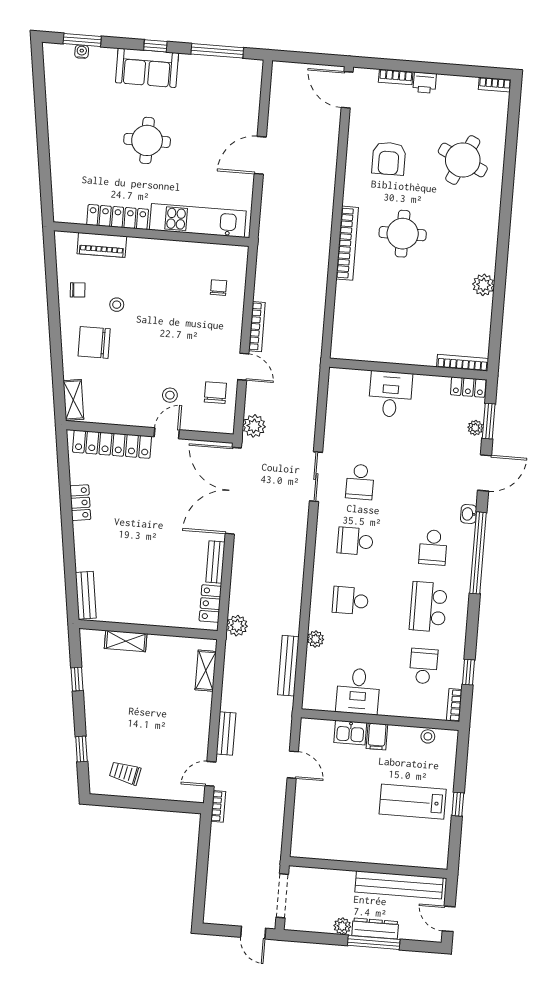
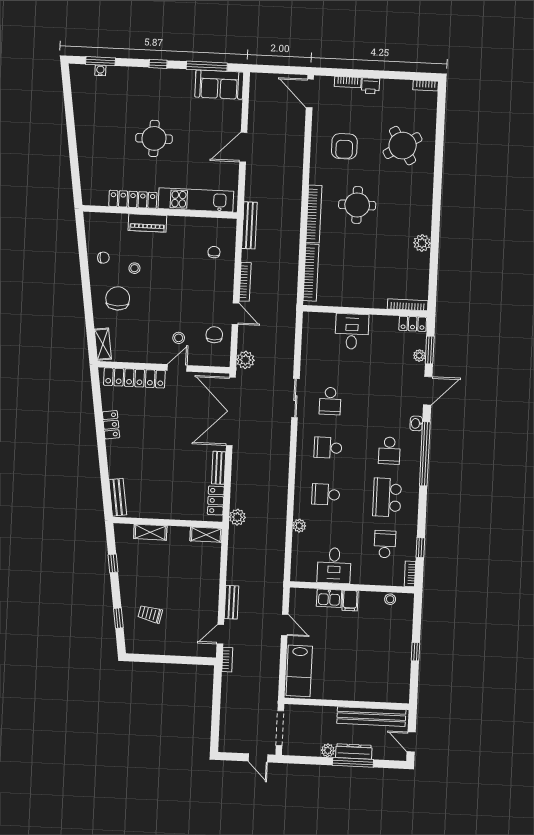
sofa: (147, 68) -> (219, 85), moved
round table: (463, 160) -> (403, 146), turned 34
piano: (102, 245) -> (147, 223), moved
bookcase: (341, 318) -> (311, 273), added
chair: (94, 342) -> (118, 298), turned 90
bench: (288, 666) -> (249, 225), moved
shelving: (206, 671) -> (206, 535), moved, turned 90
trolley: (125, 773) -> (150, 614), moved
lab bench: (413, 802) -> (299, 671), moved, turned -90

